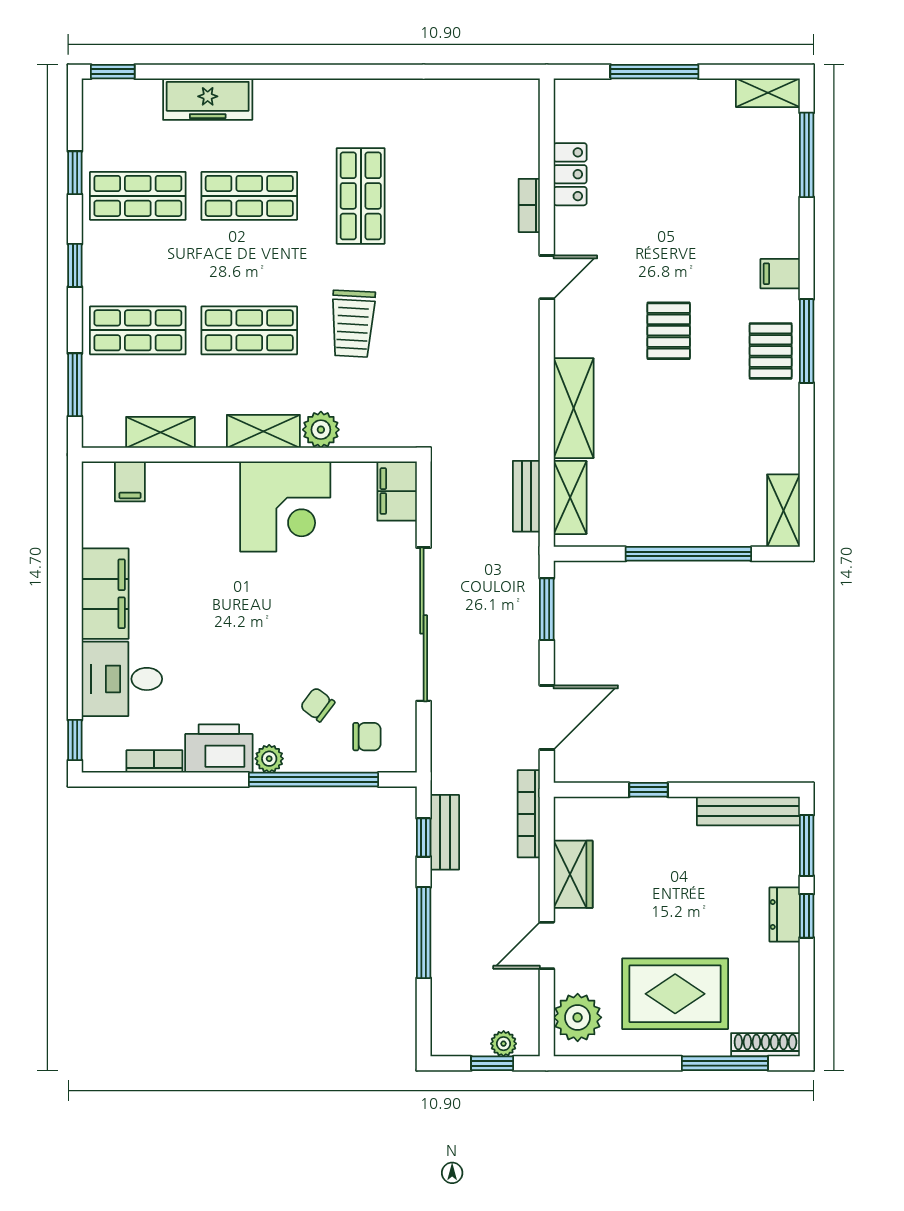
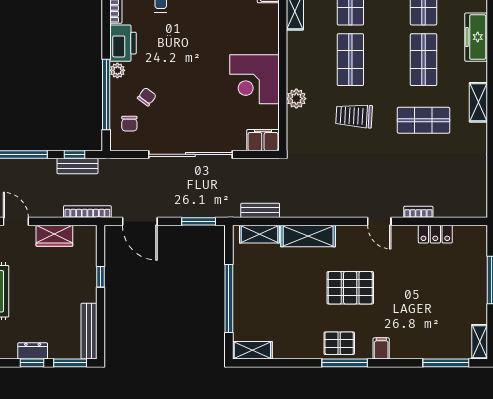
pallet: (669, 331) -> (350, 288), width x1.50, depth x1.42
shelving: (263, 431) -> (478, 102), moved

